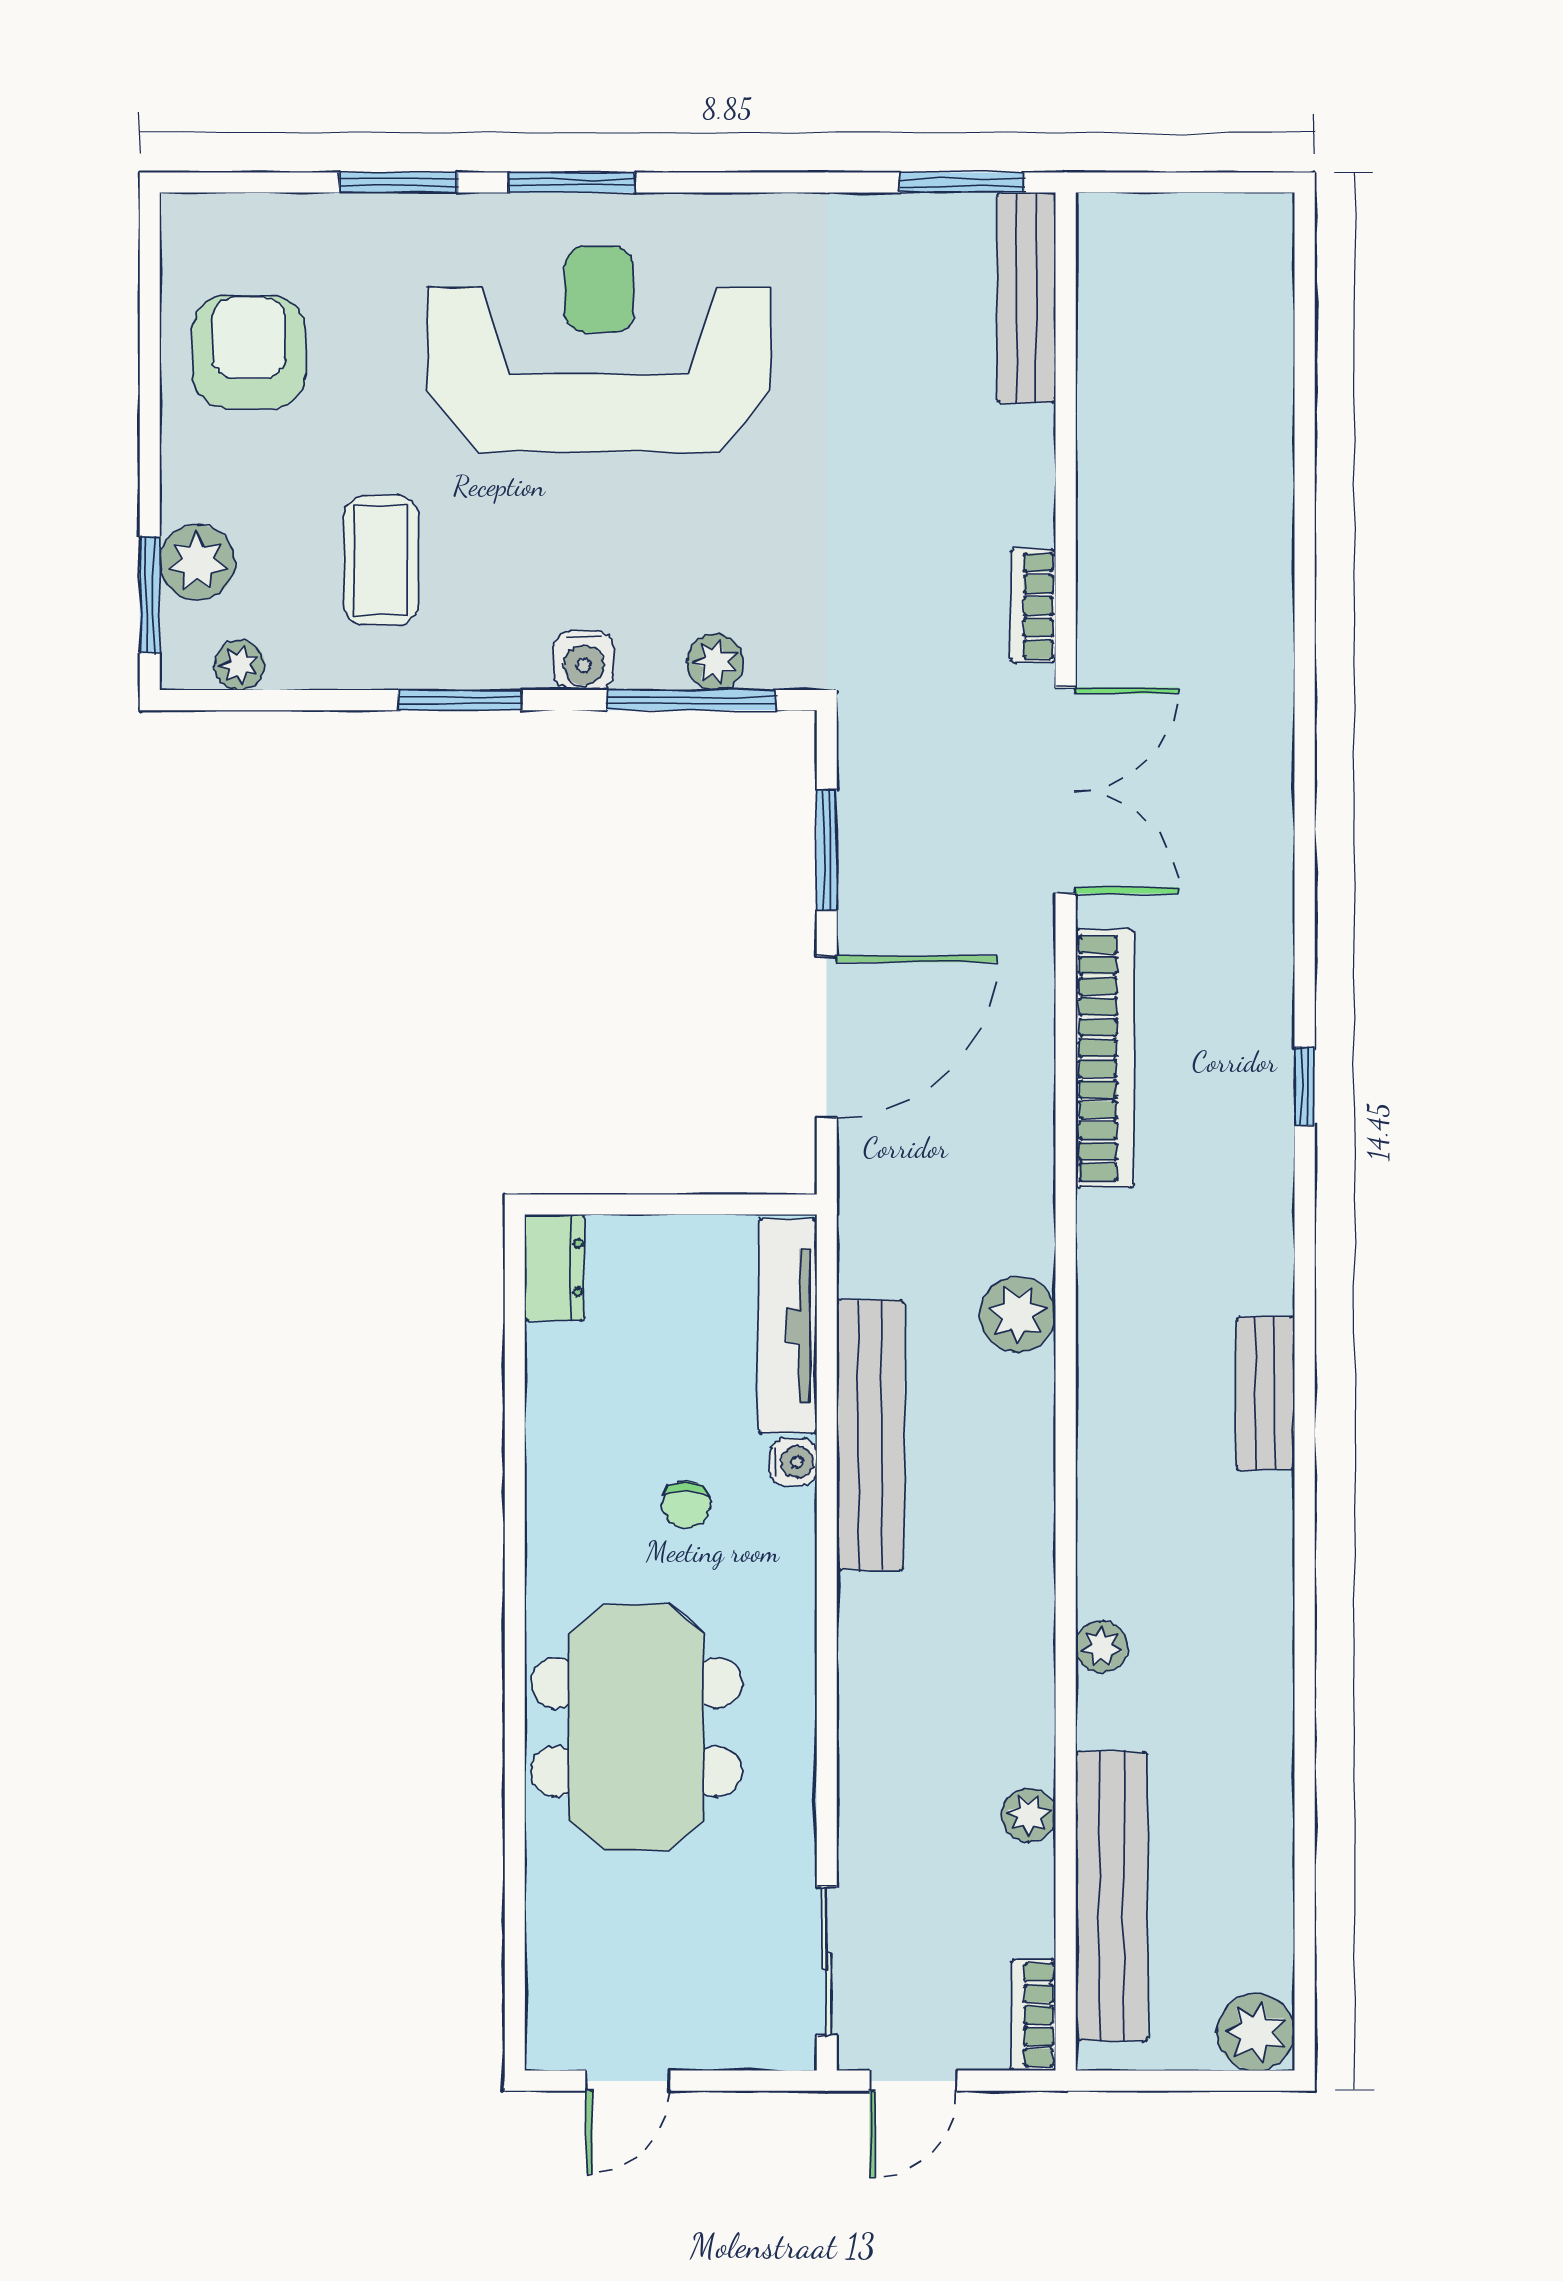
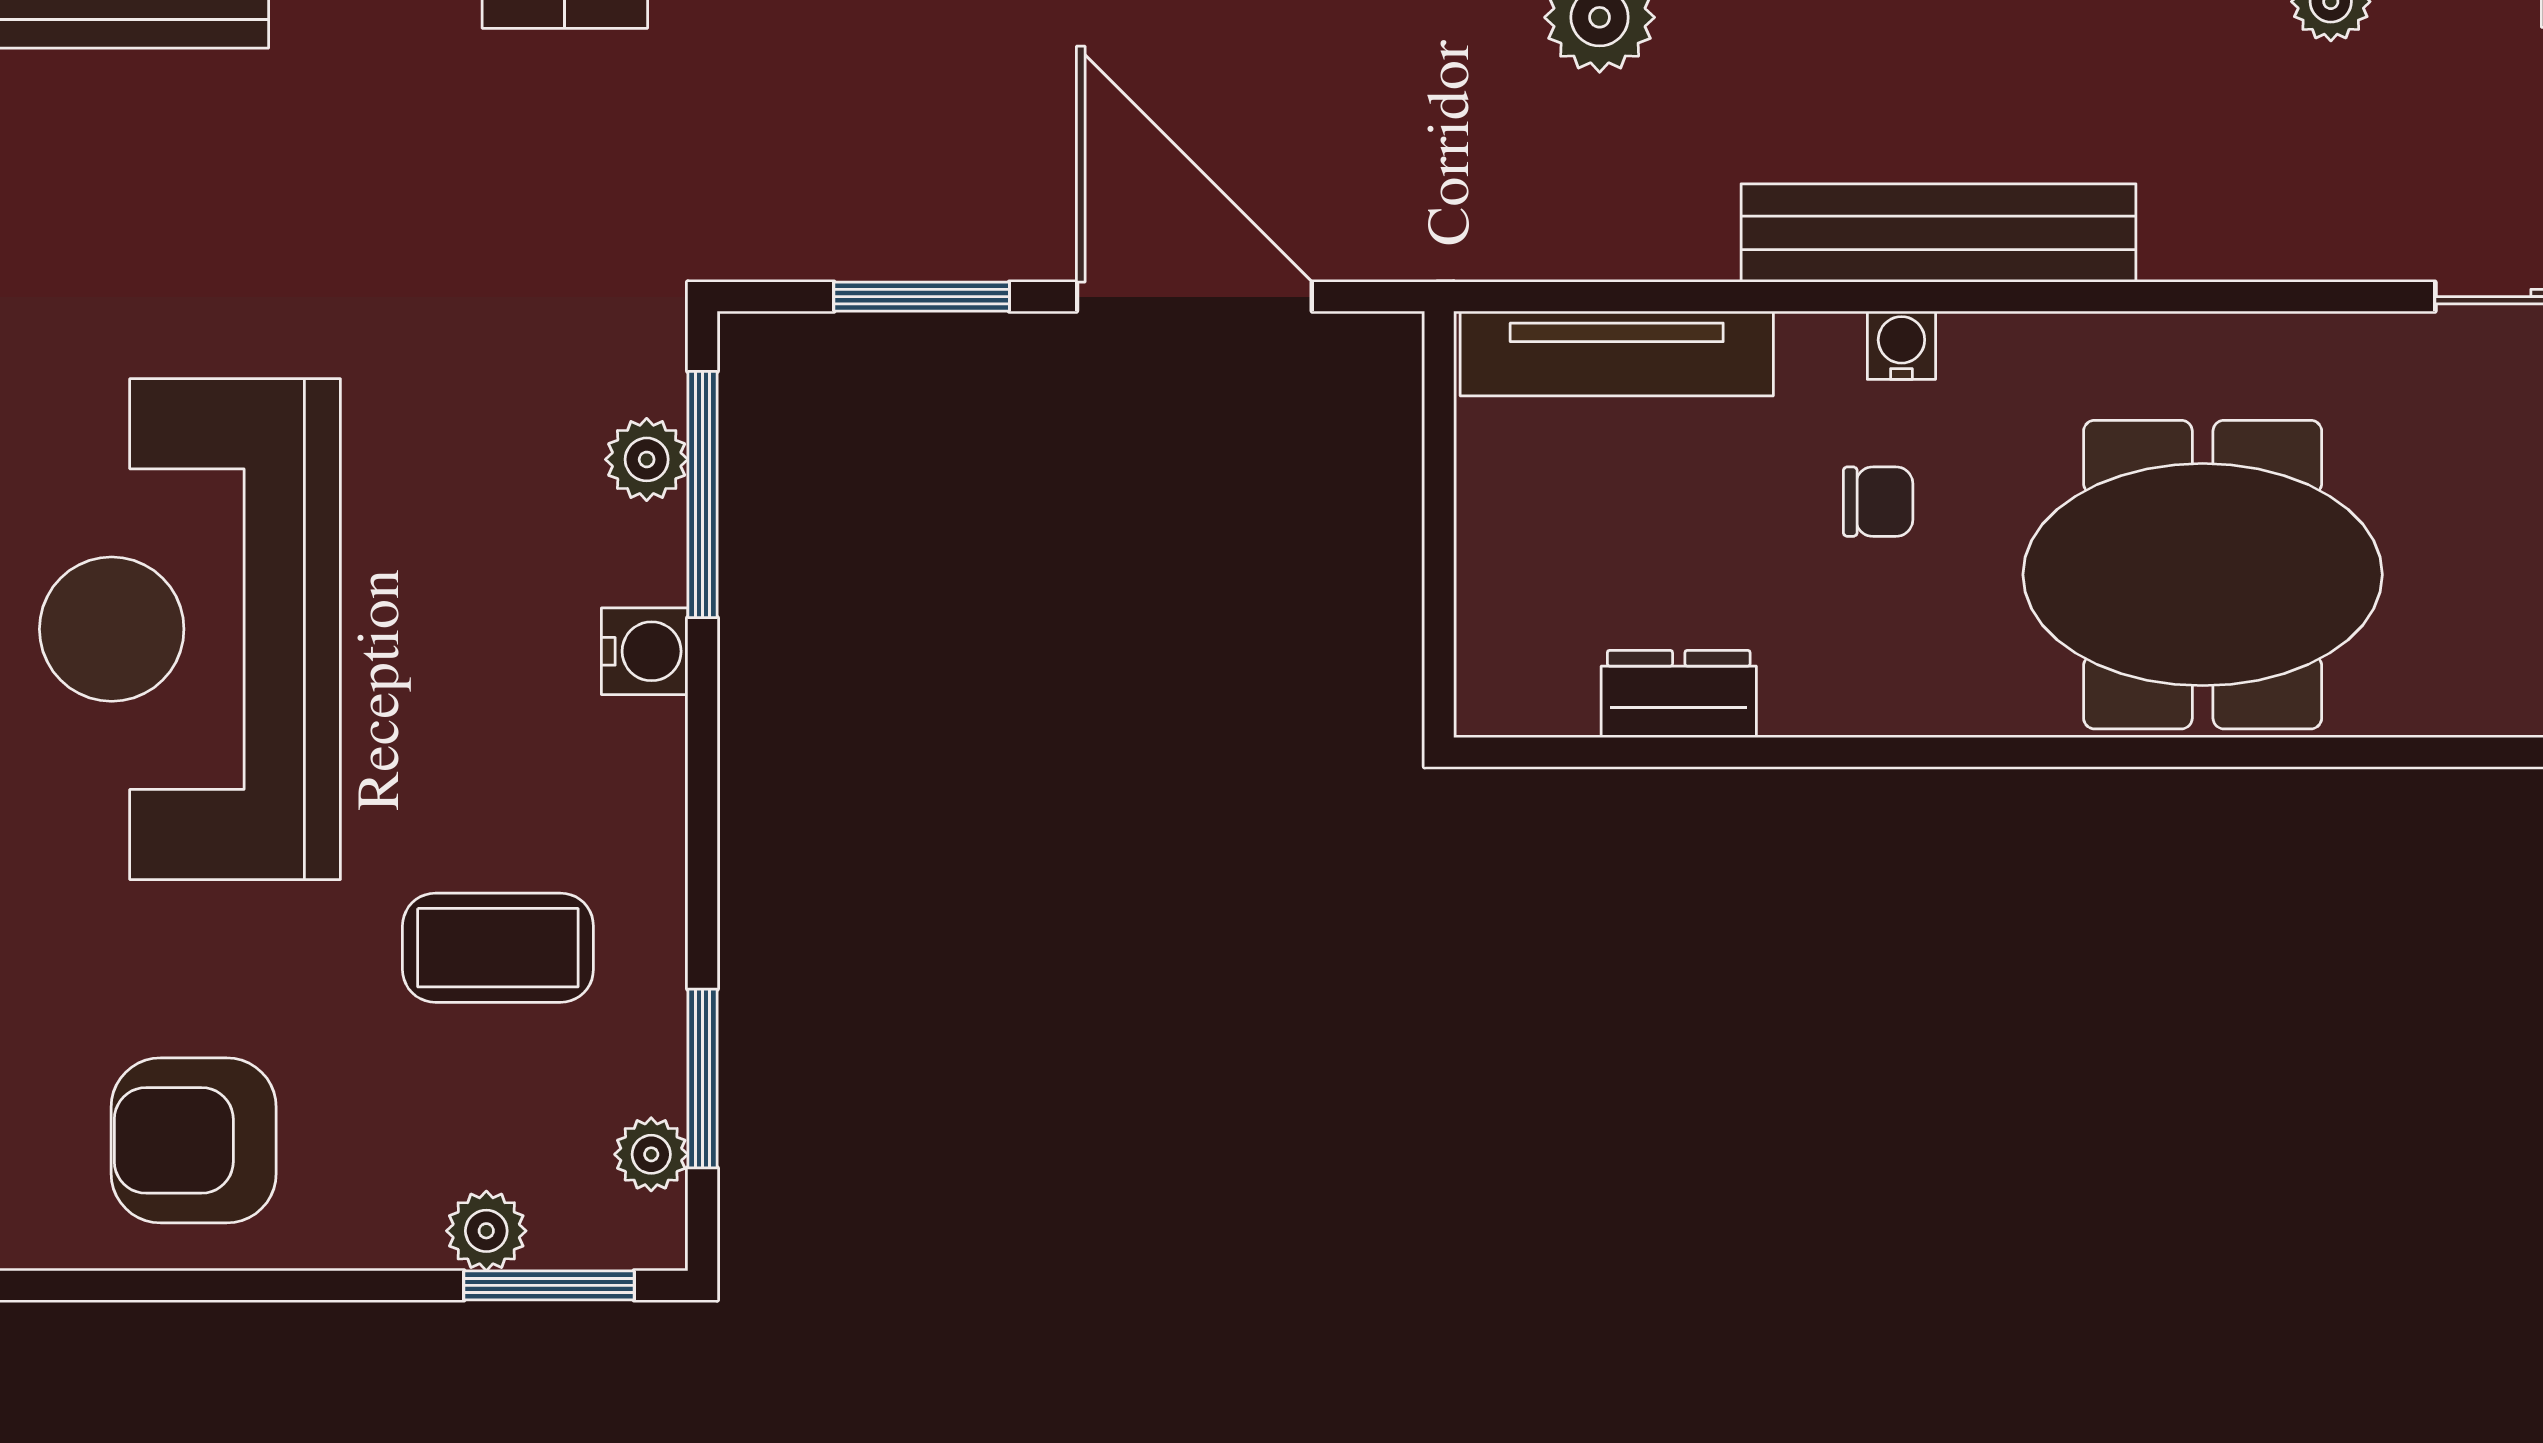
plant: (197, 562) -> (486, 1231), width x0.73, depth x0.73
window: (459, 700) -> (703, 1079), moved
dresser: (555, 1268) -> (1679, 694), moved
bench: (870, 1435) -> (1938, 233), moved
water cooler: (793, 1462) -> (1901, 345), moved

